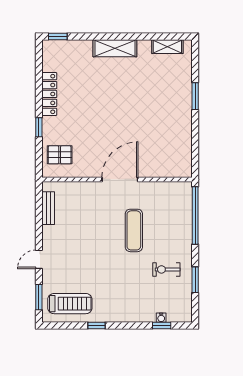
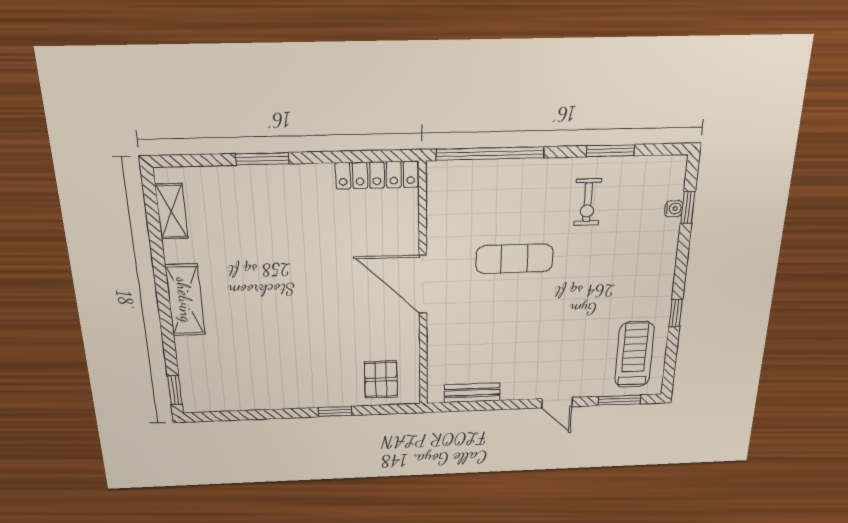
locker: (49, 94) -> (377, 175), moved, turned 180

